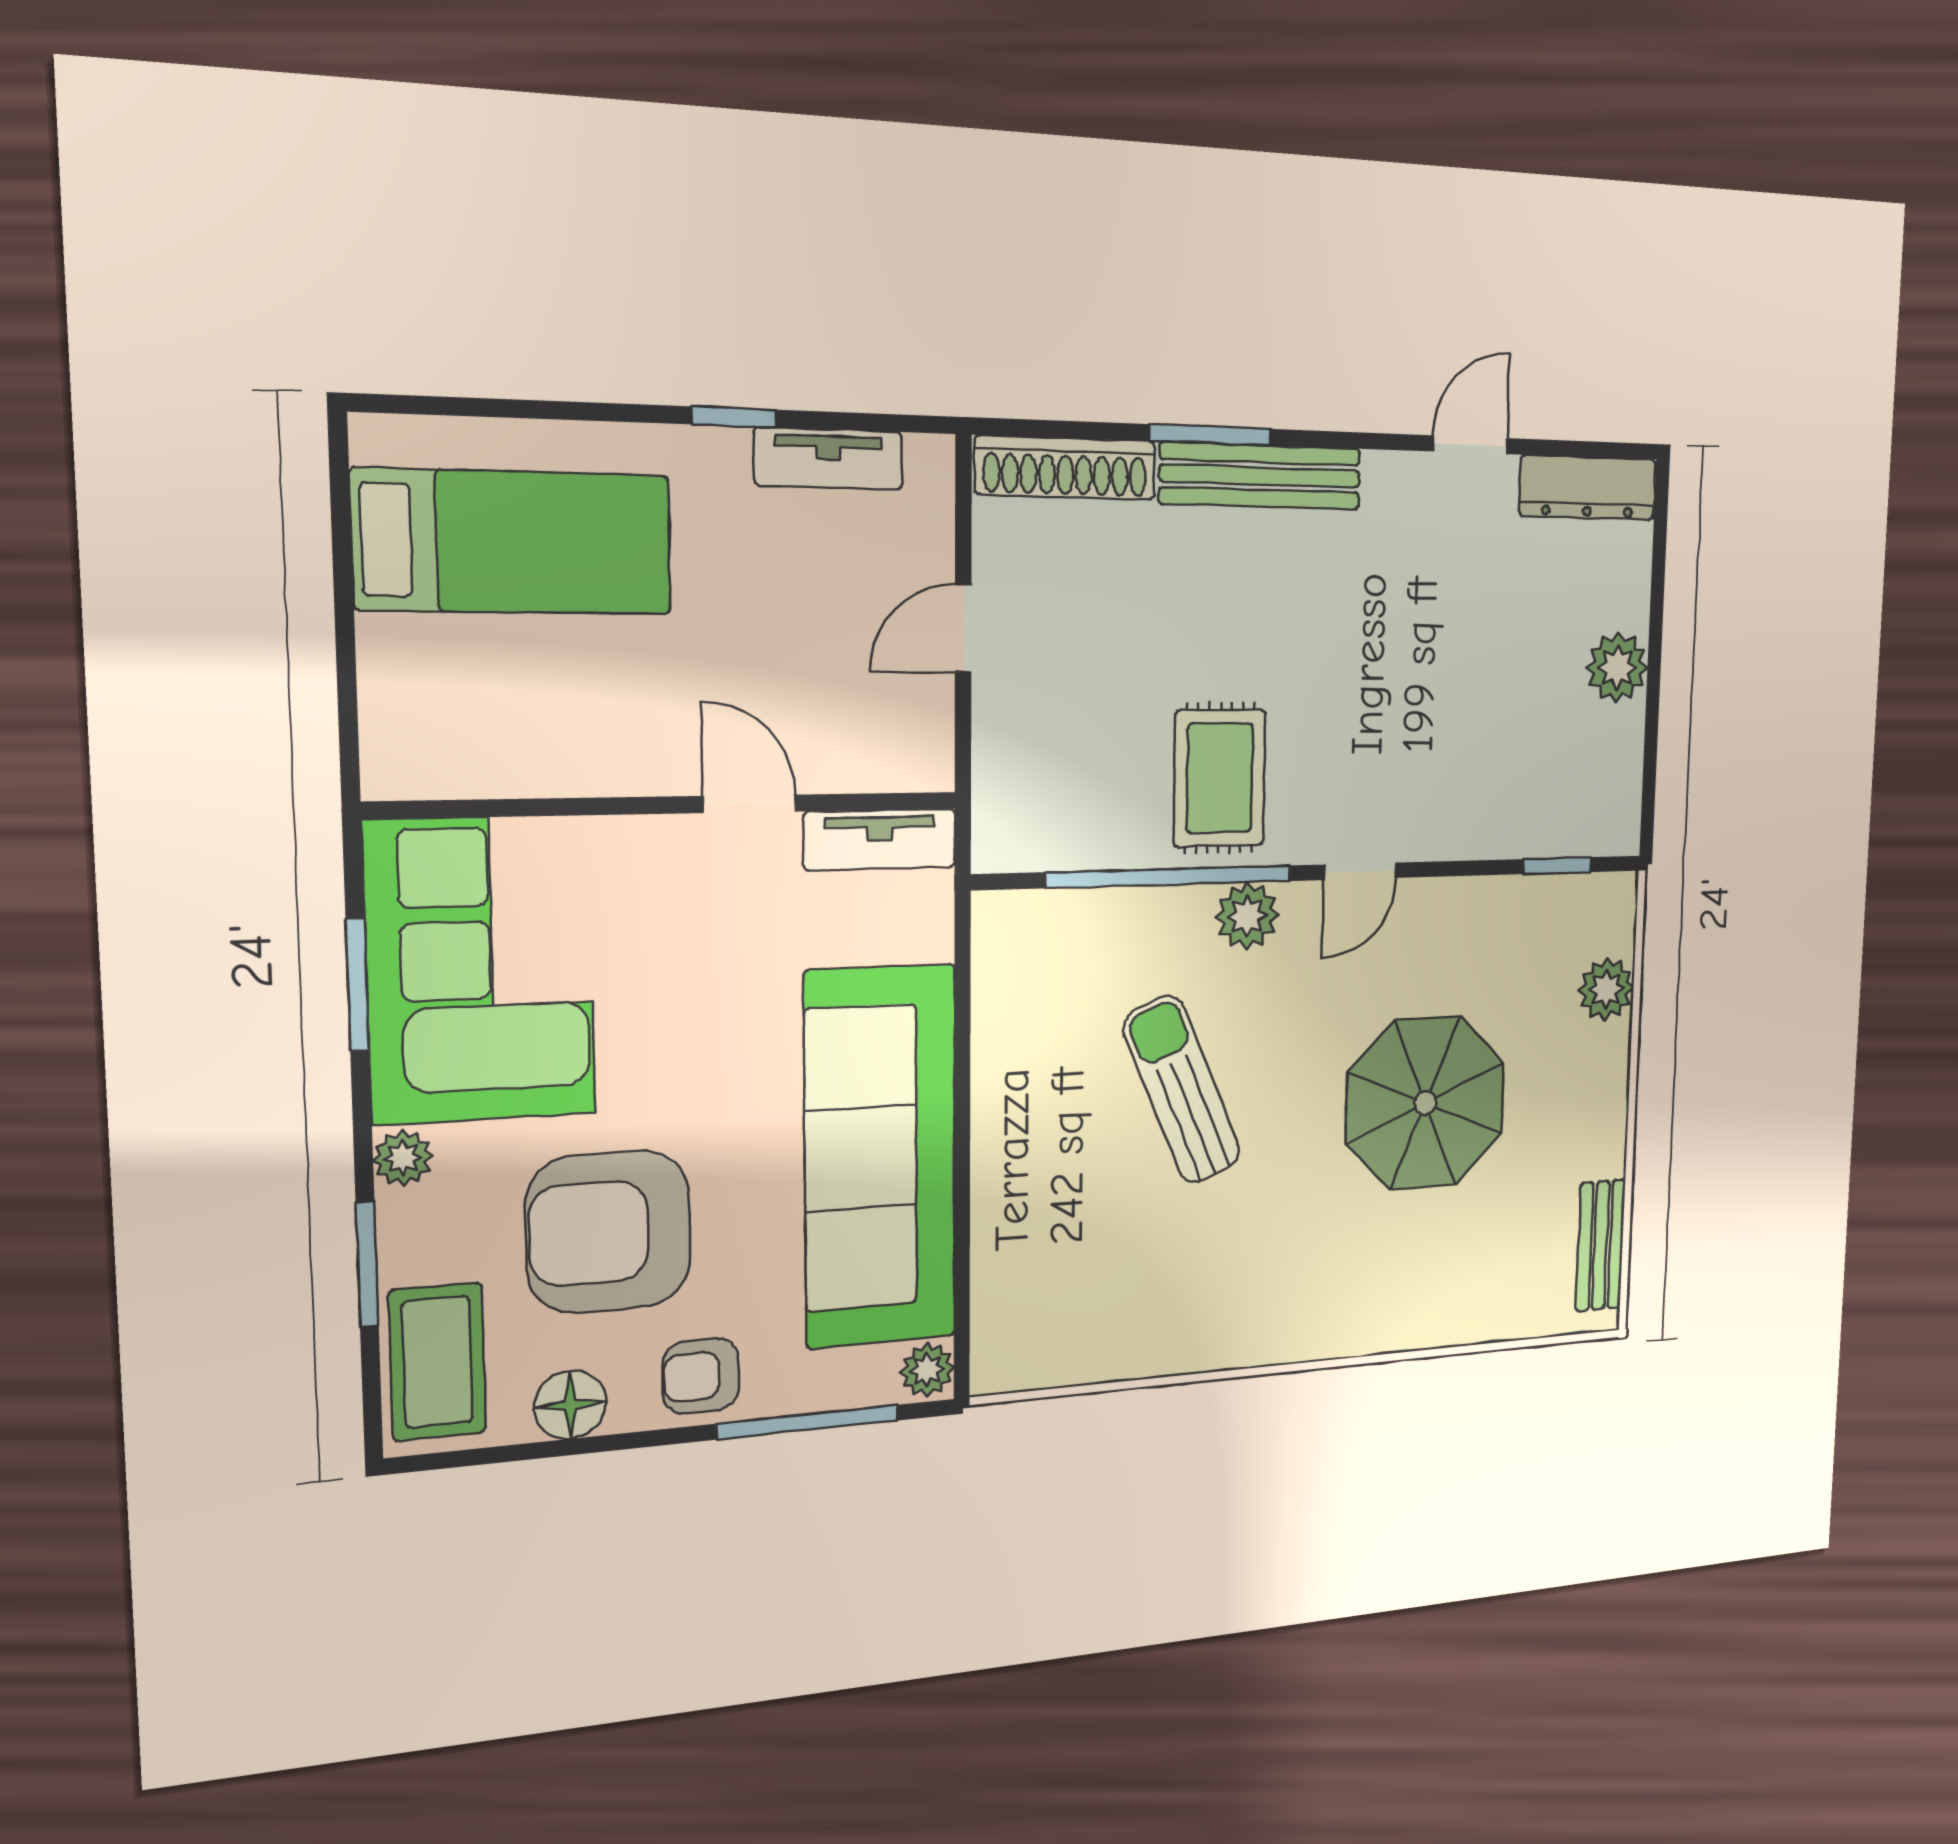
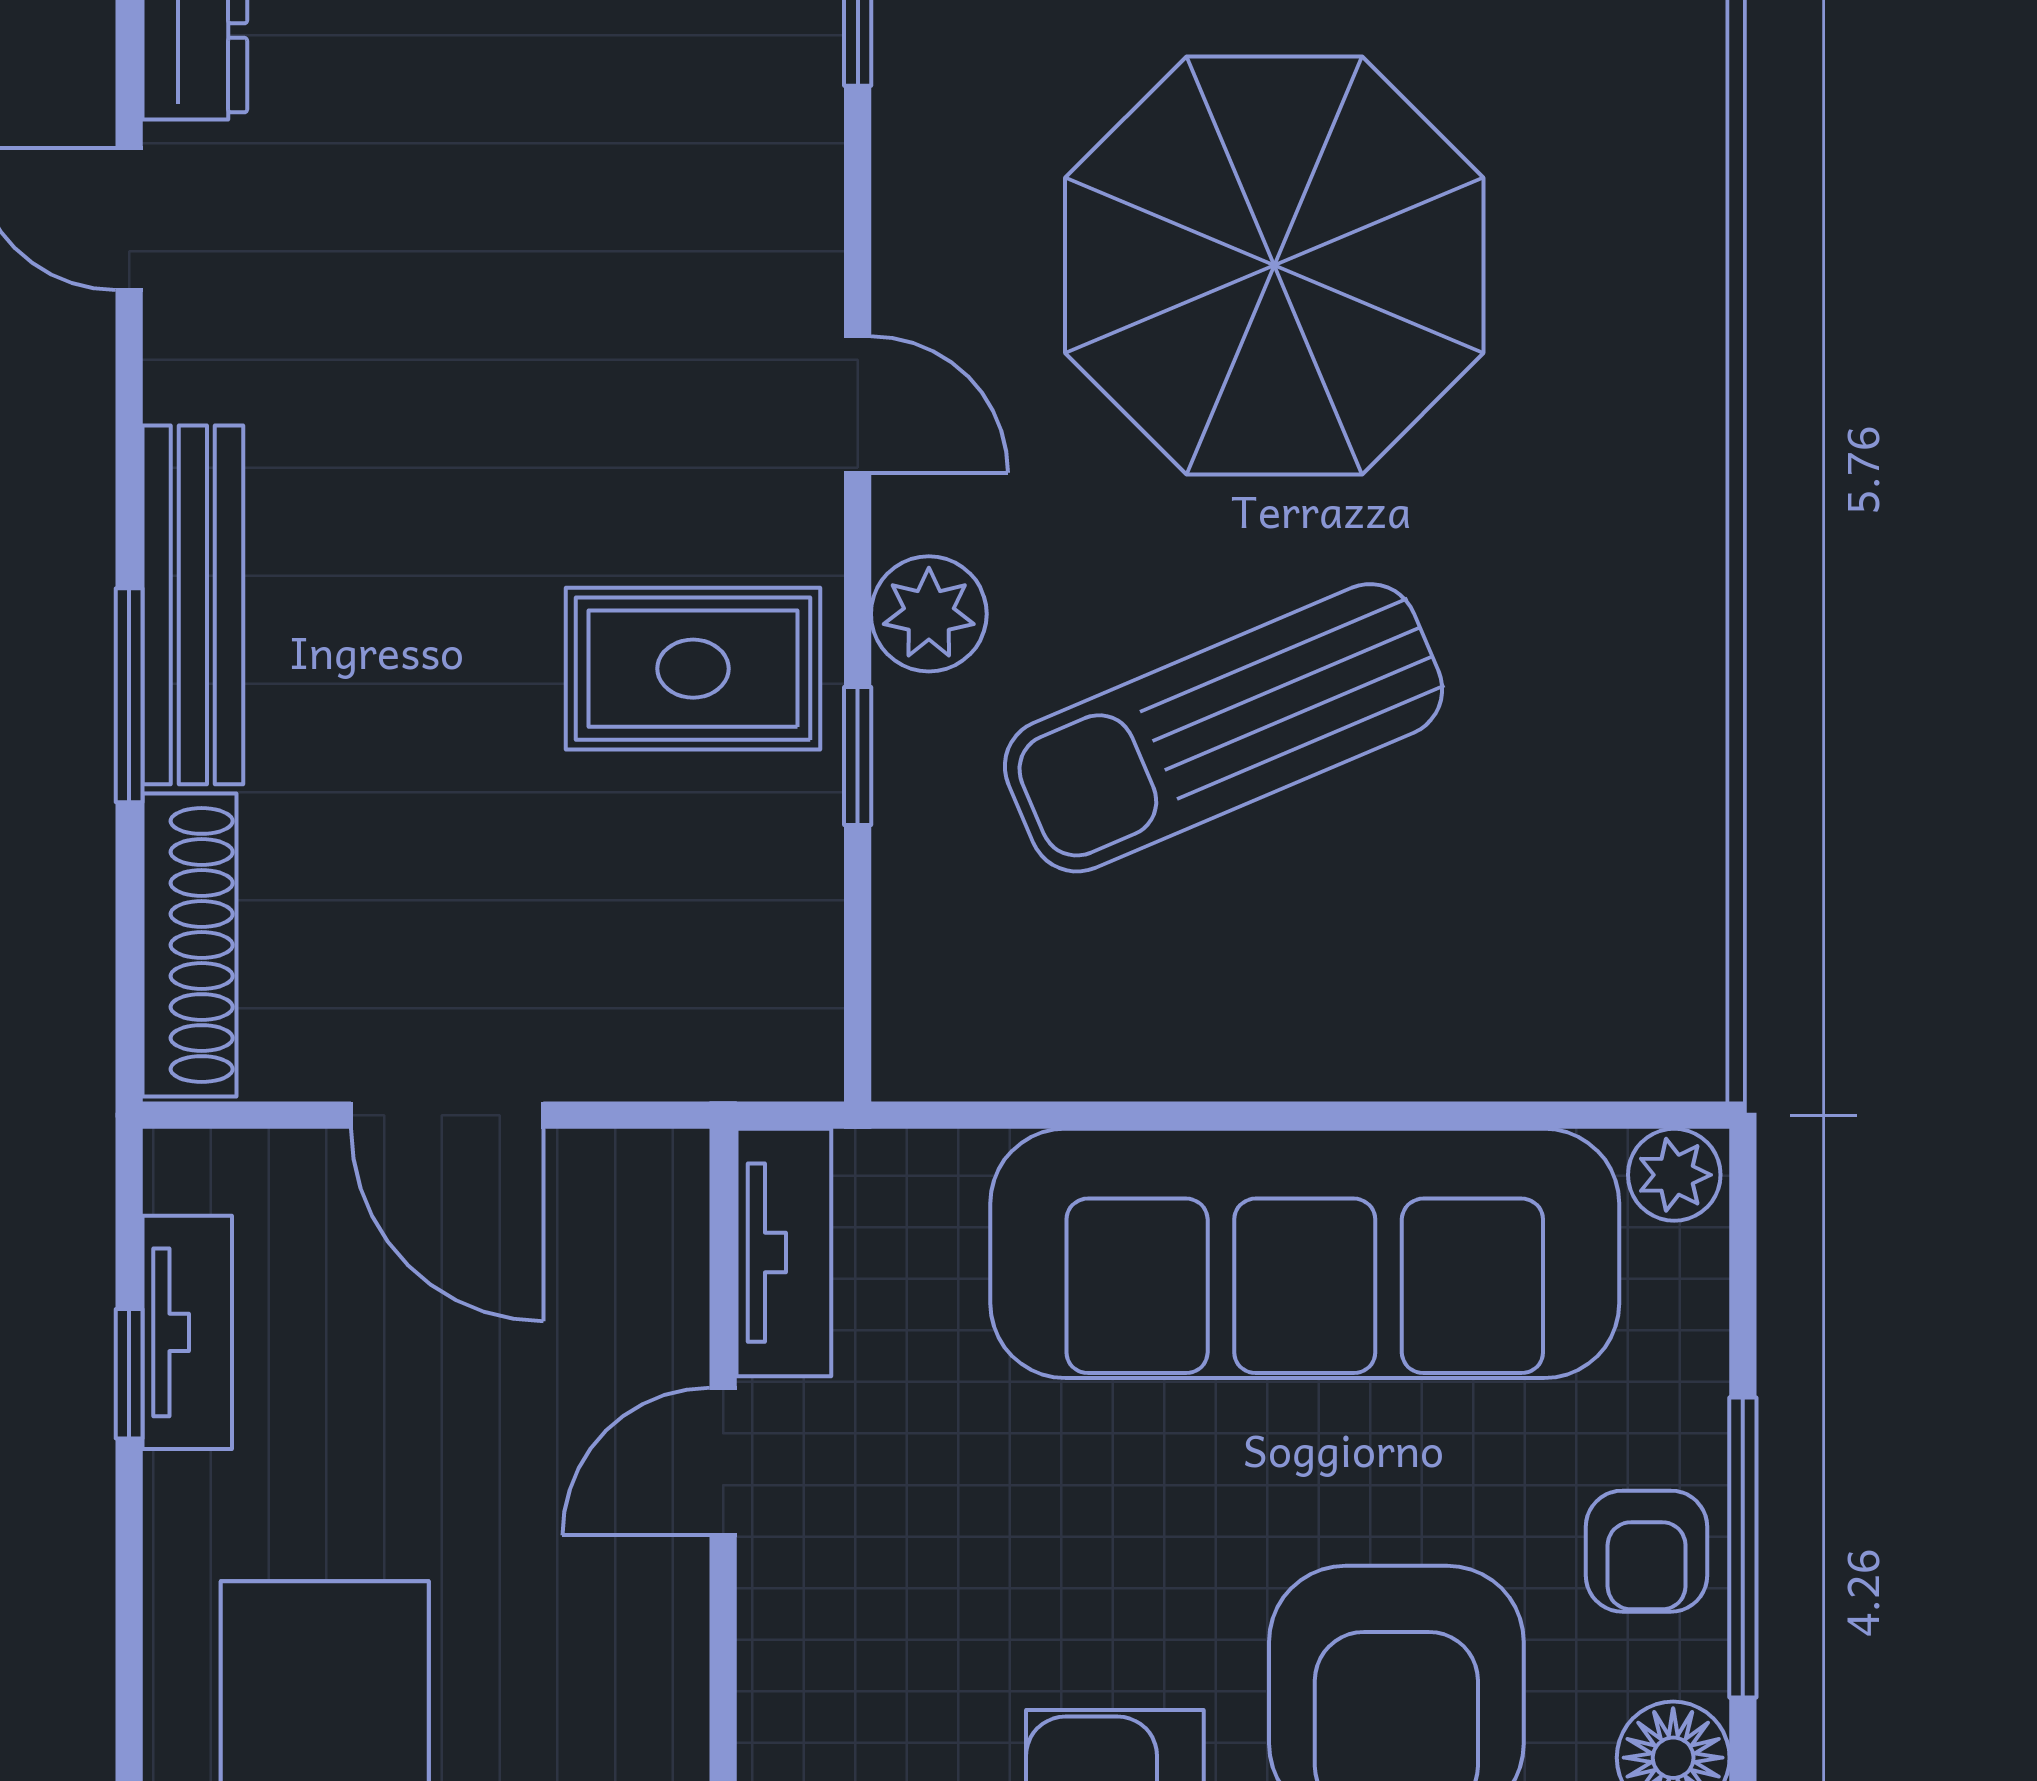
window: (734, 417) -> (129, 1374), moved
door: (963, 628) -> (447, 1115), width x1.38
window: (1169, 877) -> (858, 756), width x0.32
sun lounger: (1182, 1090) -> (1224, 728), width x1.36, depth x1.34
parasol: (1425, 1103) -> (1274, 265), width x1.36, depth x1.36
window: (808, 1422) -> (1743, 1547), moved

